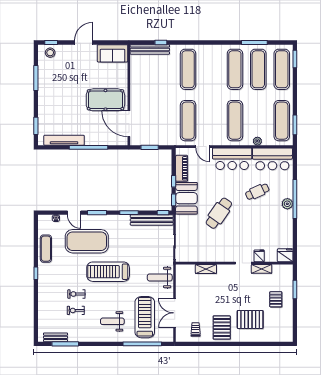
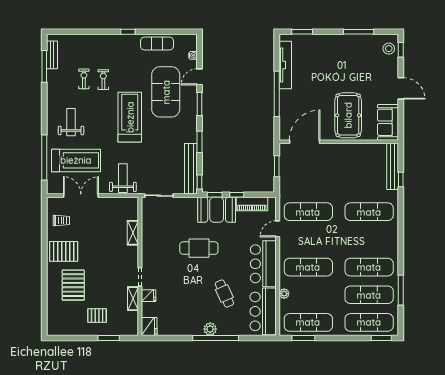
pool table: (105, 100) -> (348, 115), moved
cafe table: (219, 213) -> (199, 248), turned -35

